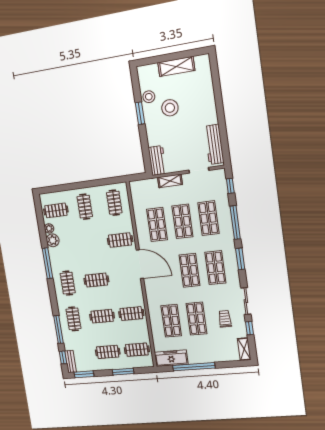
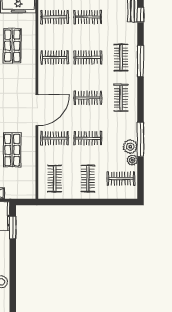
window: (140, 113) -> (13, 227), moved
clothes rail: (91, 244) -> (88, 138), added
window: (48, 263) -> (141, 139), moved
door: (140, 264) -> (37, 110), swing flipped
window: (58, 329) -> (141, 61), moved

